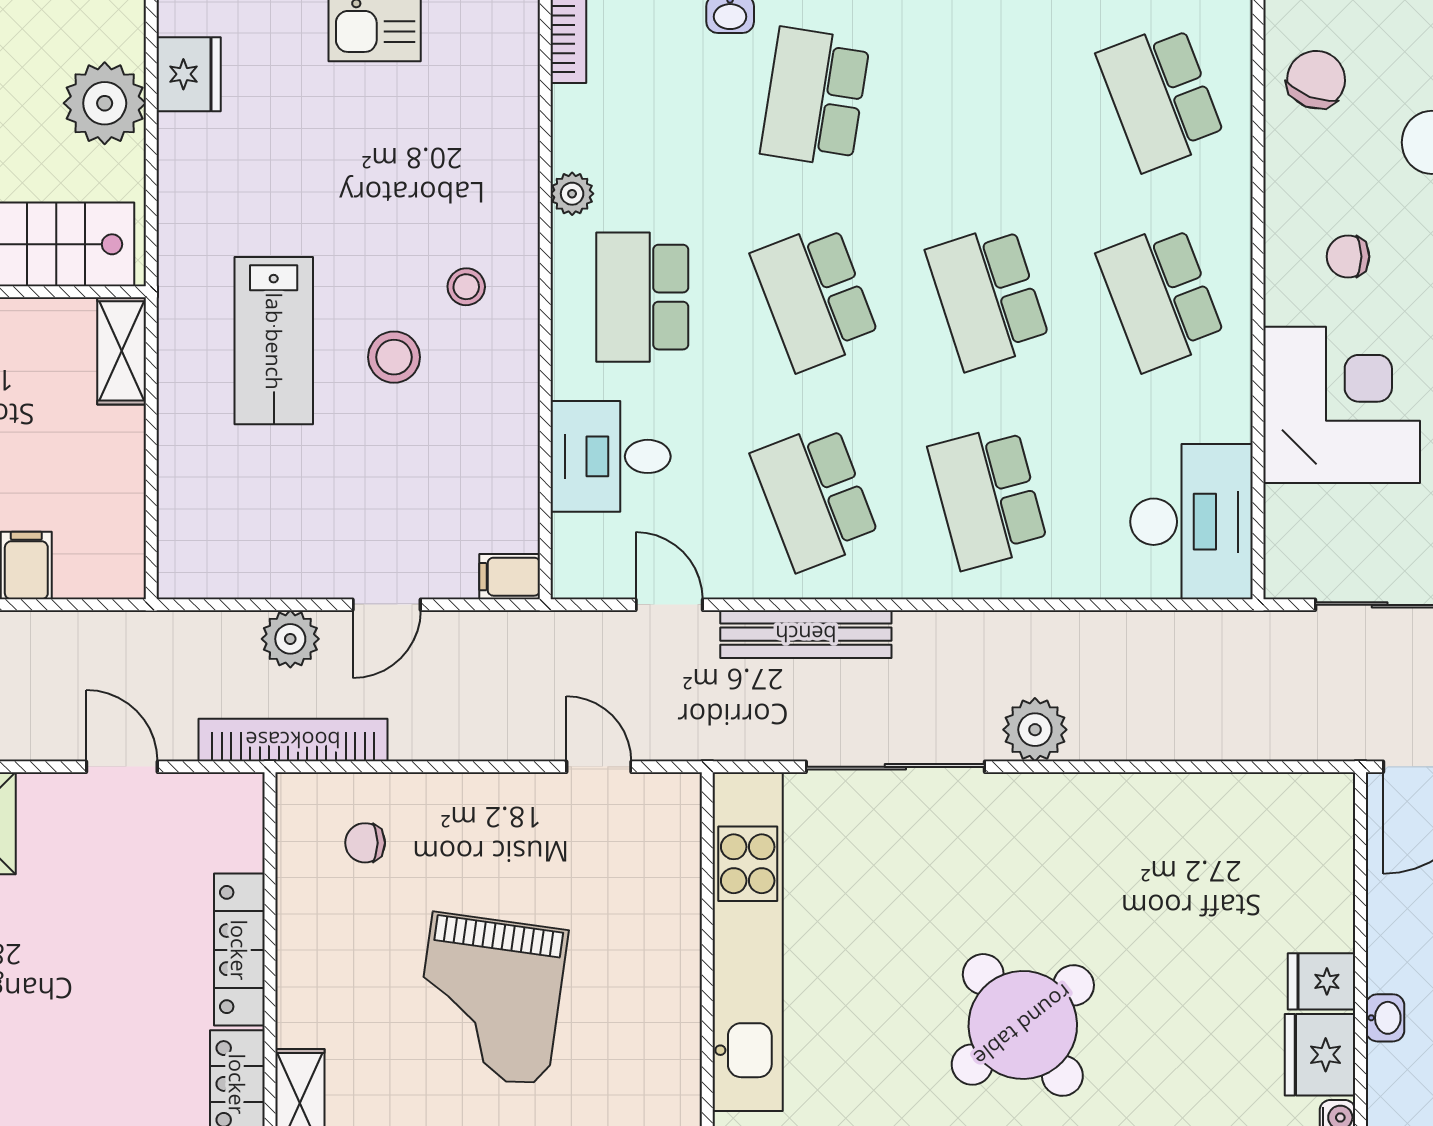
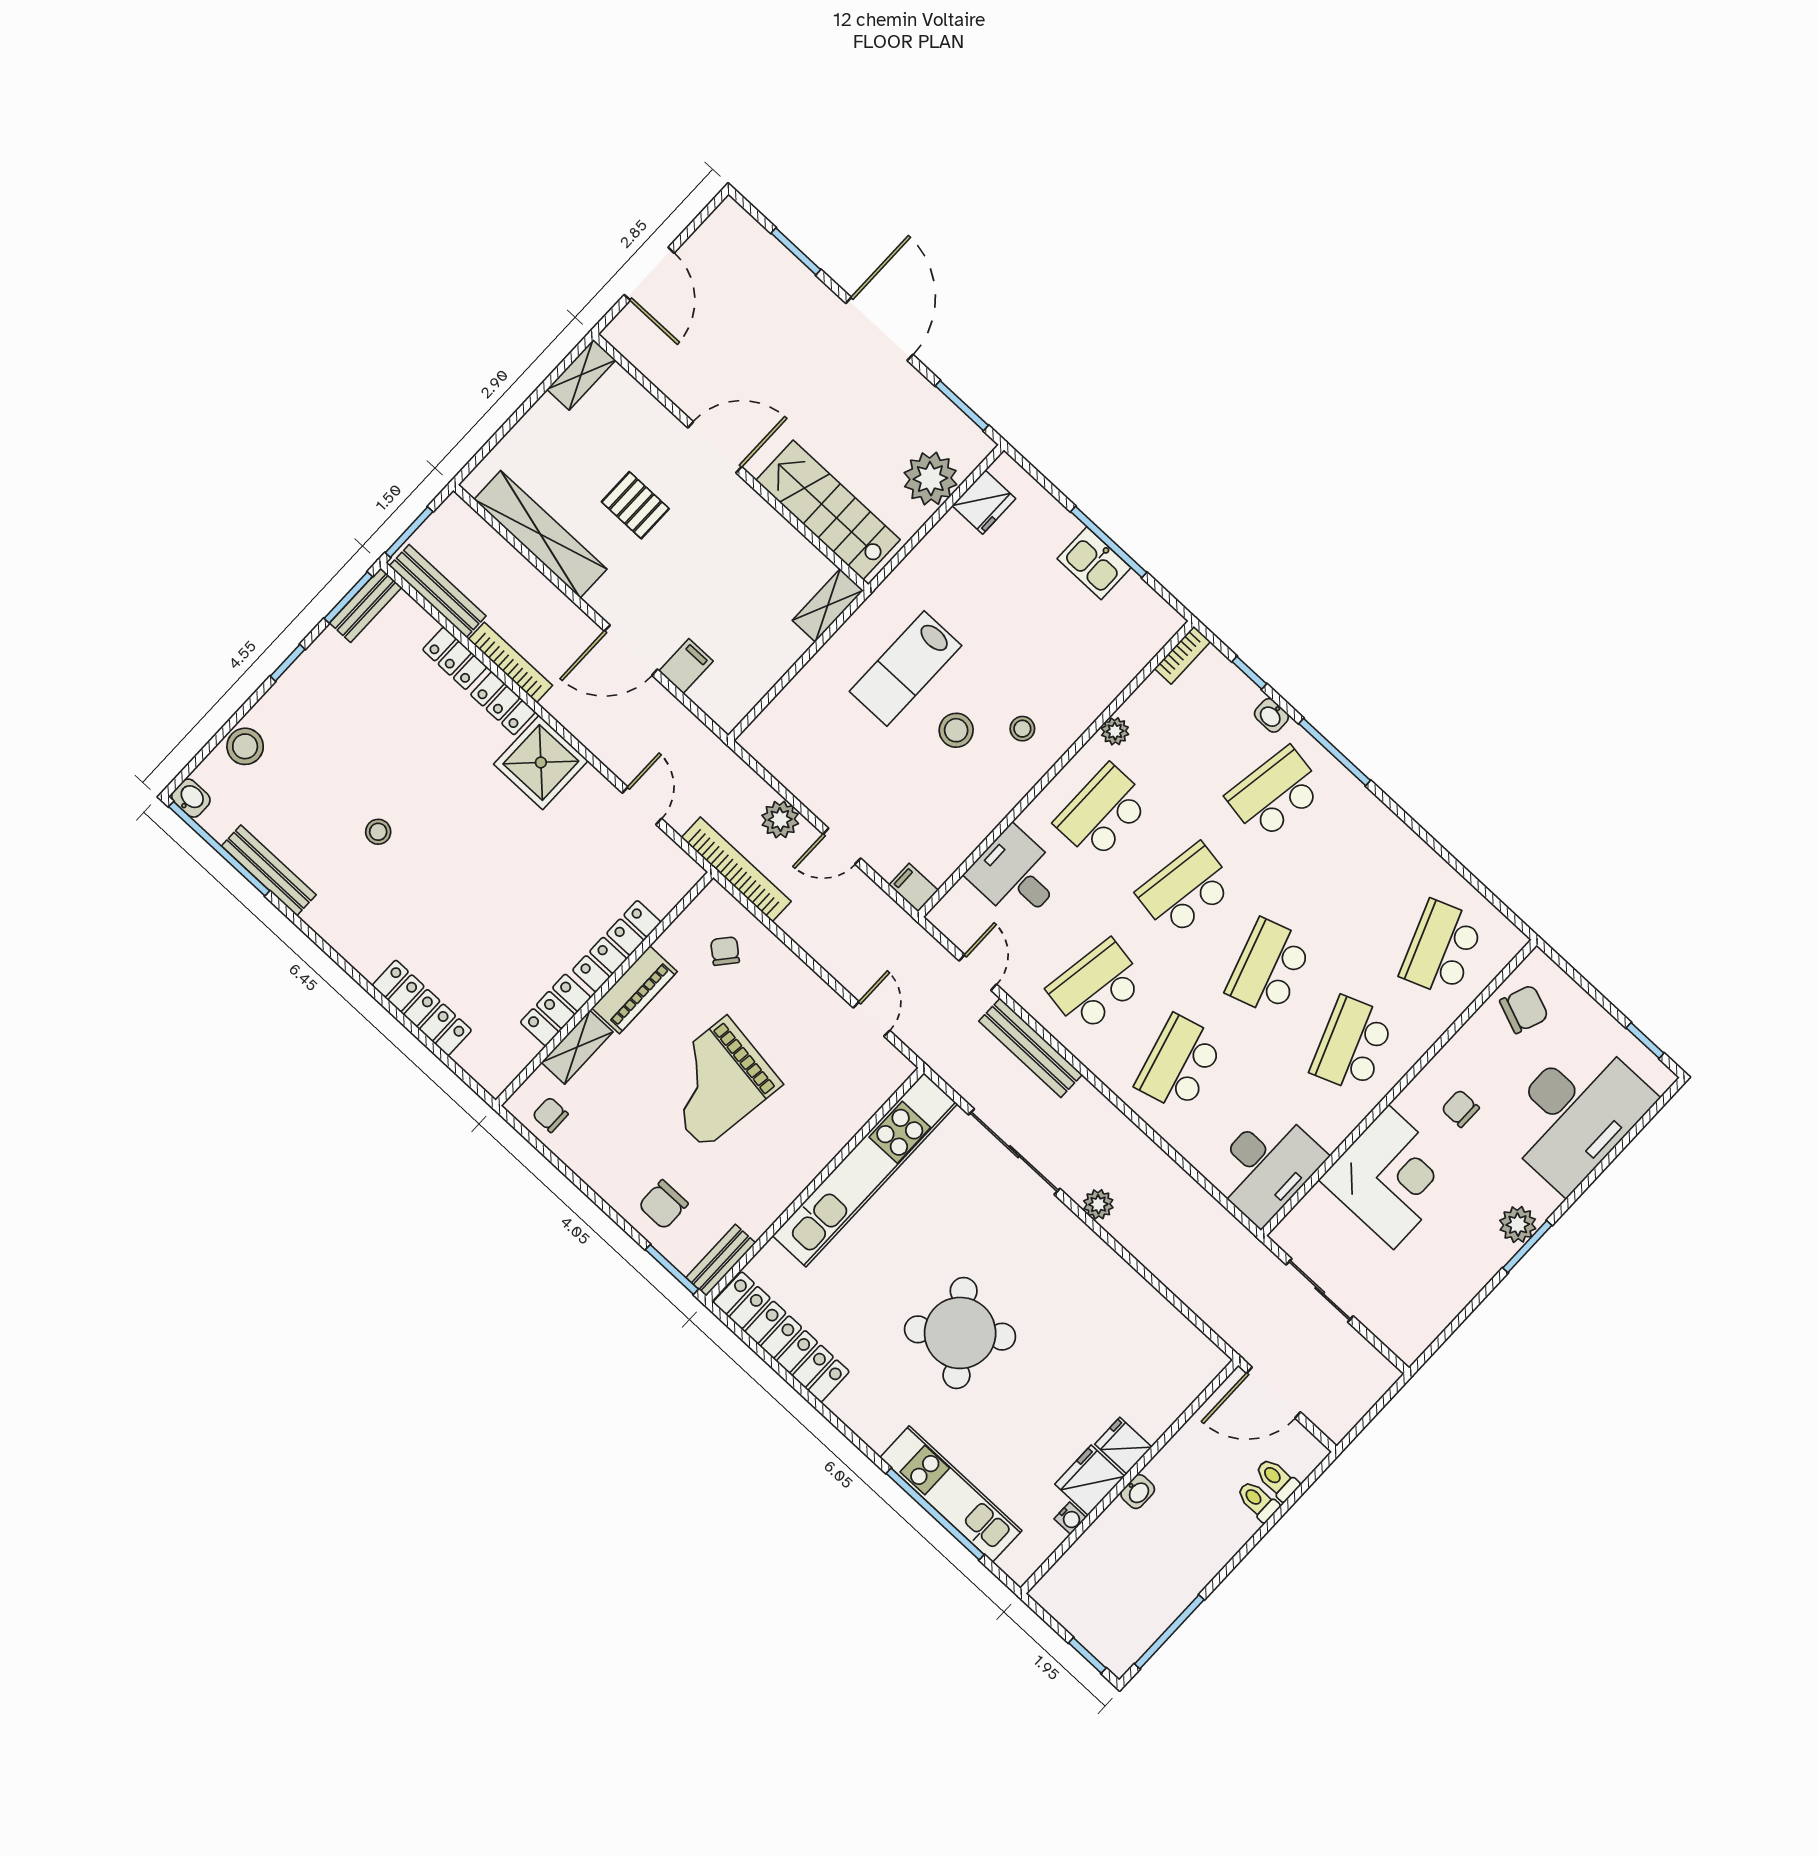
school desk: (815, 297) -> (1186, 890), turned 30
school desk: (815, 497) -> (1096, 986), turned 30
plant: (1035, 730) -> (1098, 1204), width x0.73, depth x0.73
chair: (365, 843) -> (725, 951), turned 40
piano: (304, 980) -> (634, 990), added

